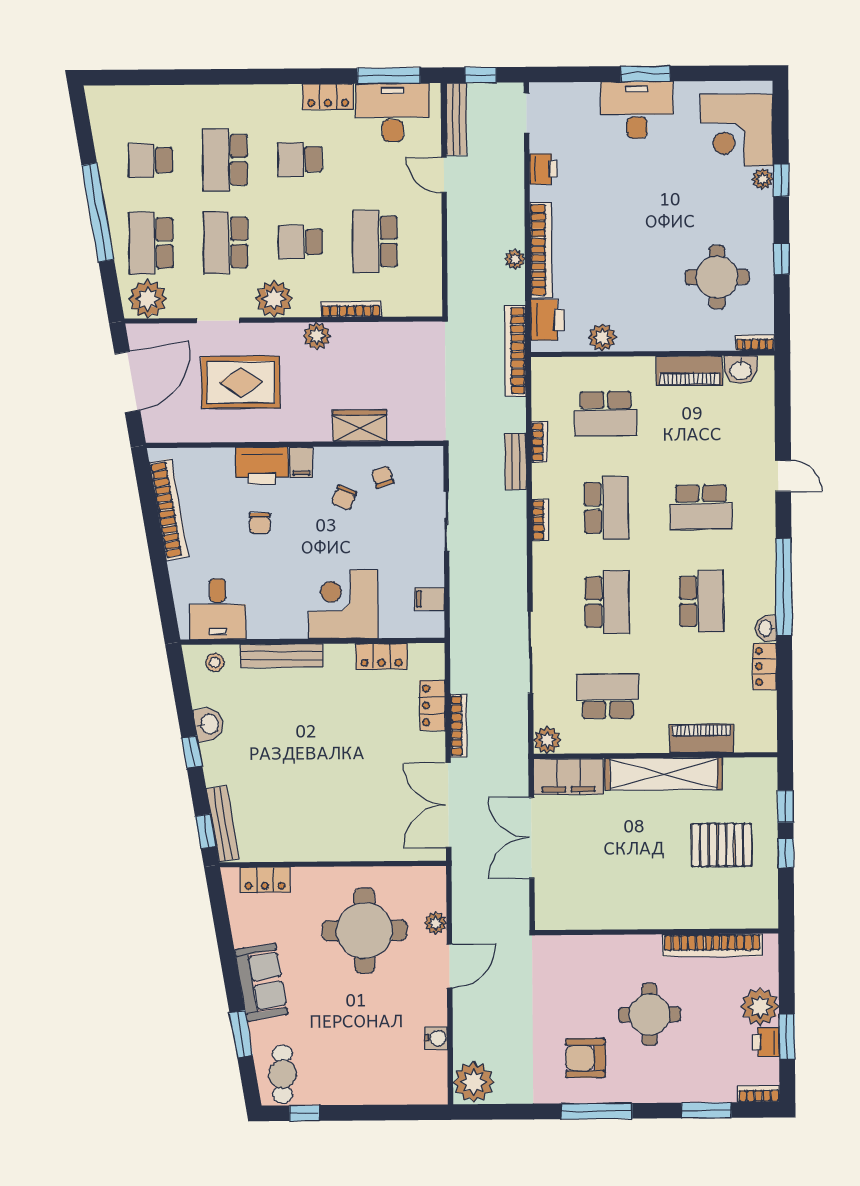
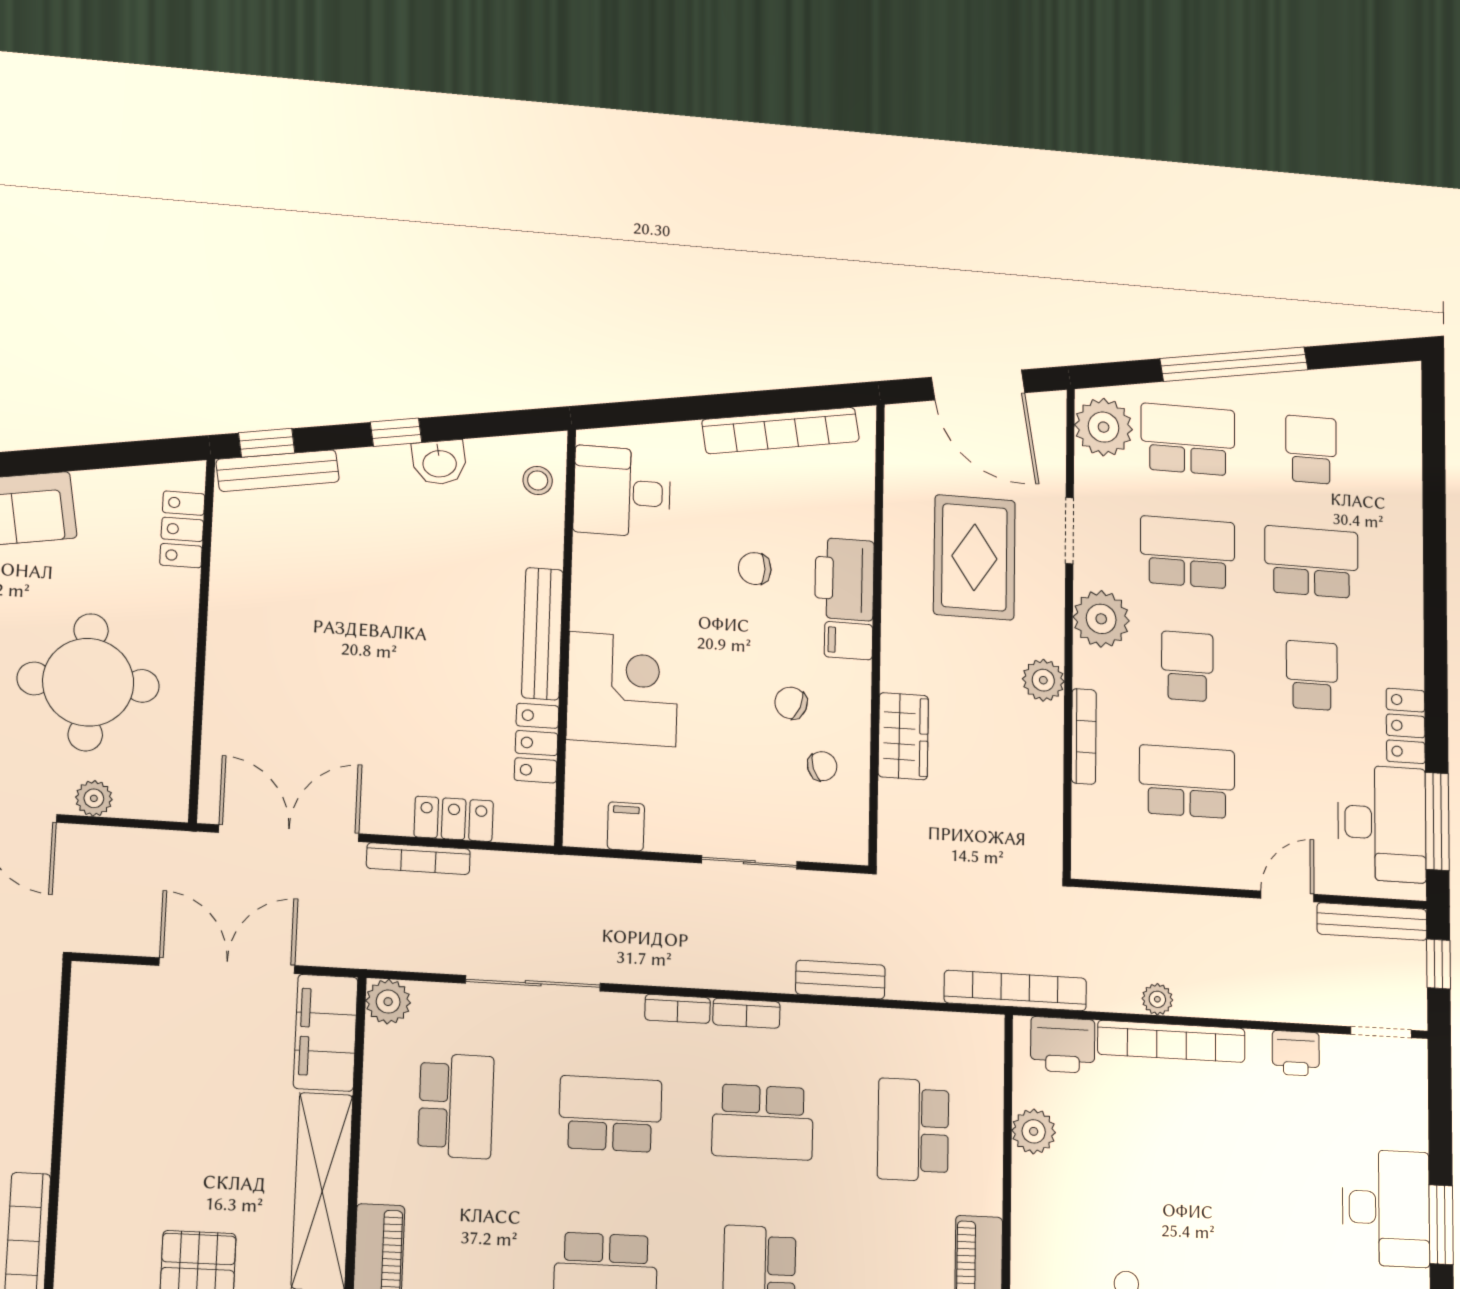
bookcase: (539, 442) -> (678, 1009), moved
school desk: (607, 602) -> (610, 1114), turned 180
bench: (281, 656) -> (542, 634), moved

